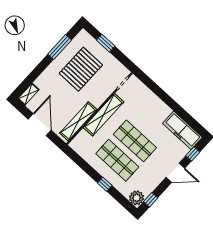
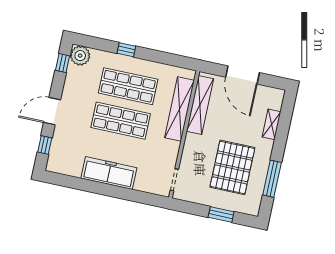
shelving: (28, 94) -> (272, 124), moved
shelving: (104, 115) -> (179, 109), moved
freezer: (182, 130) -> (109, 173), moved

